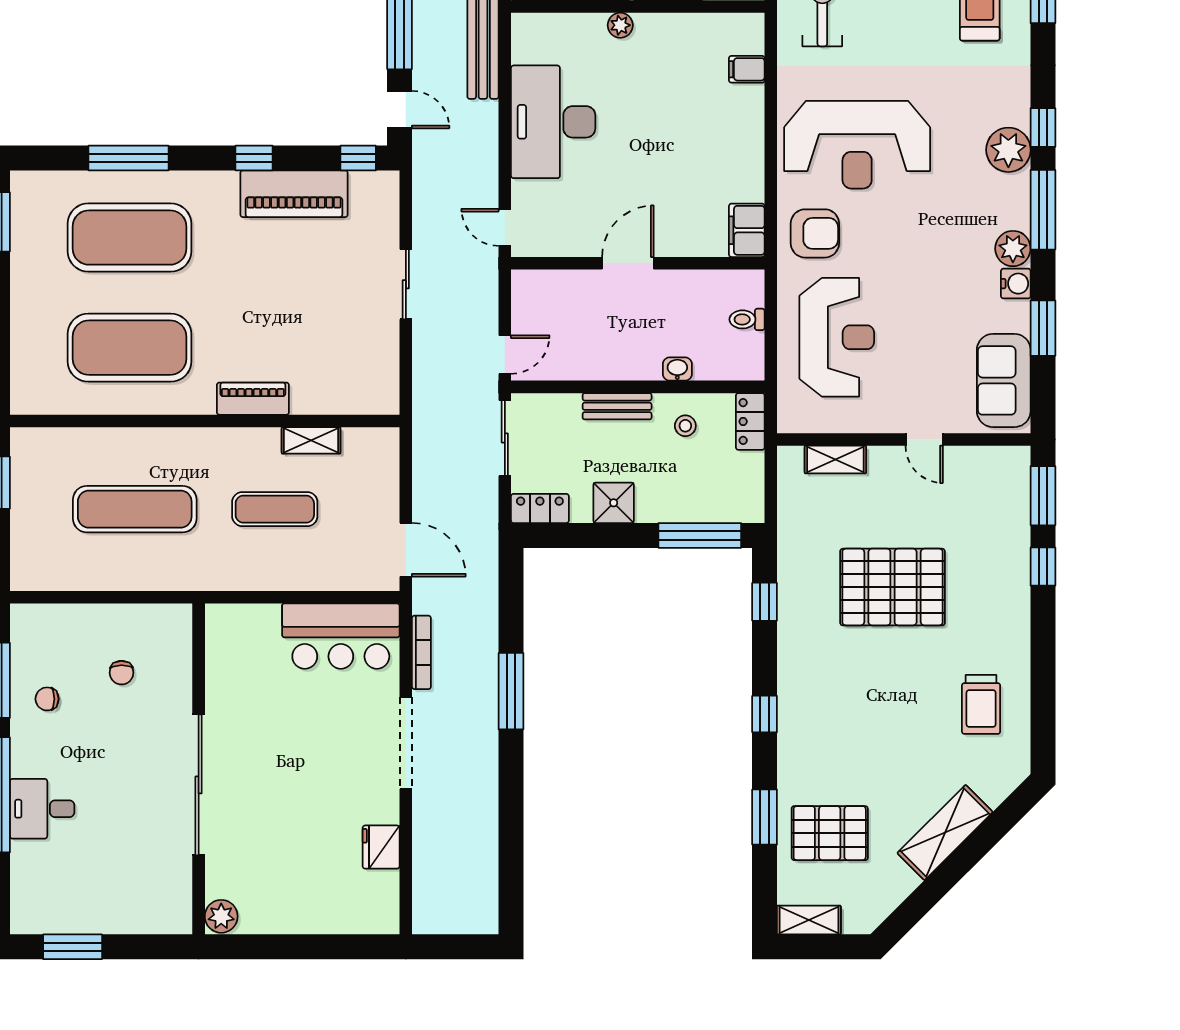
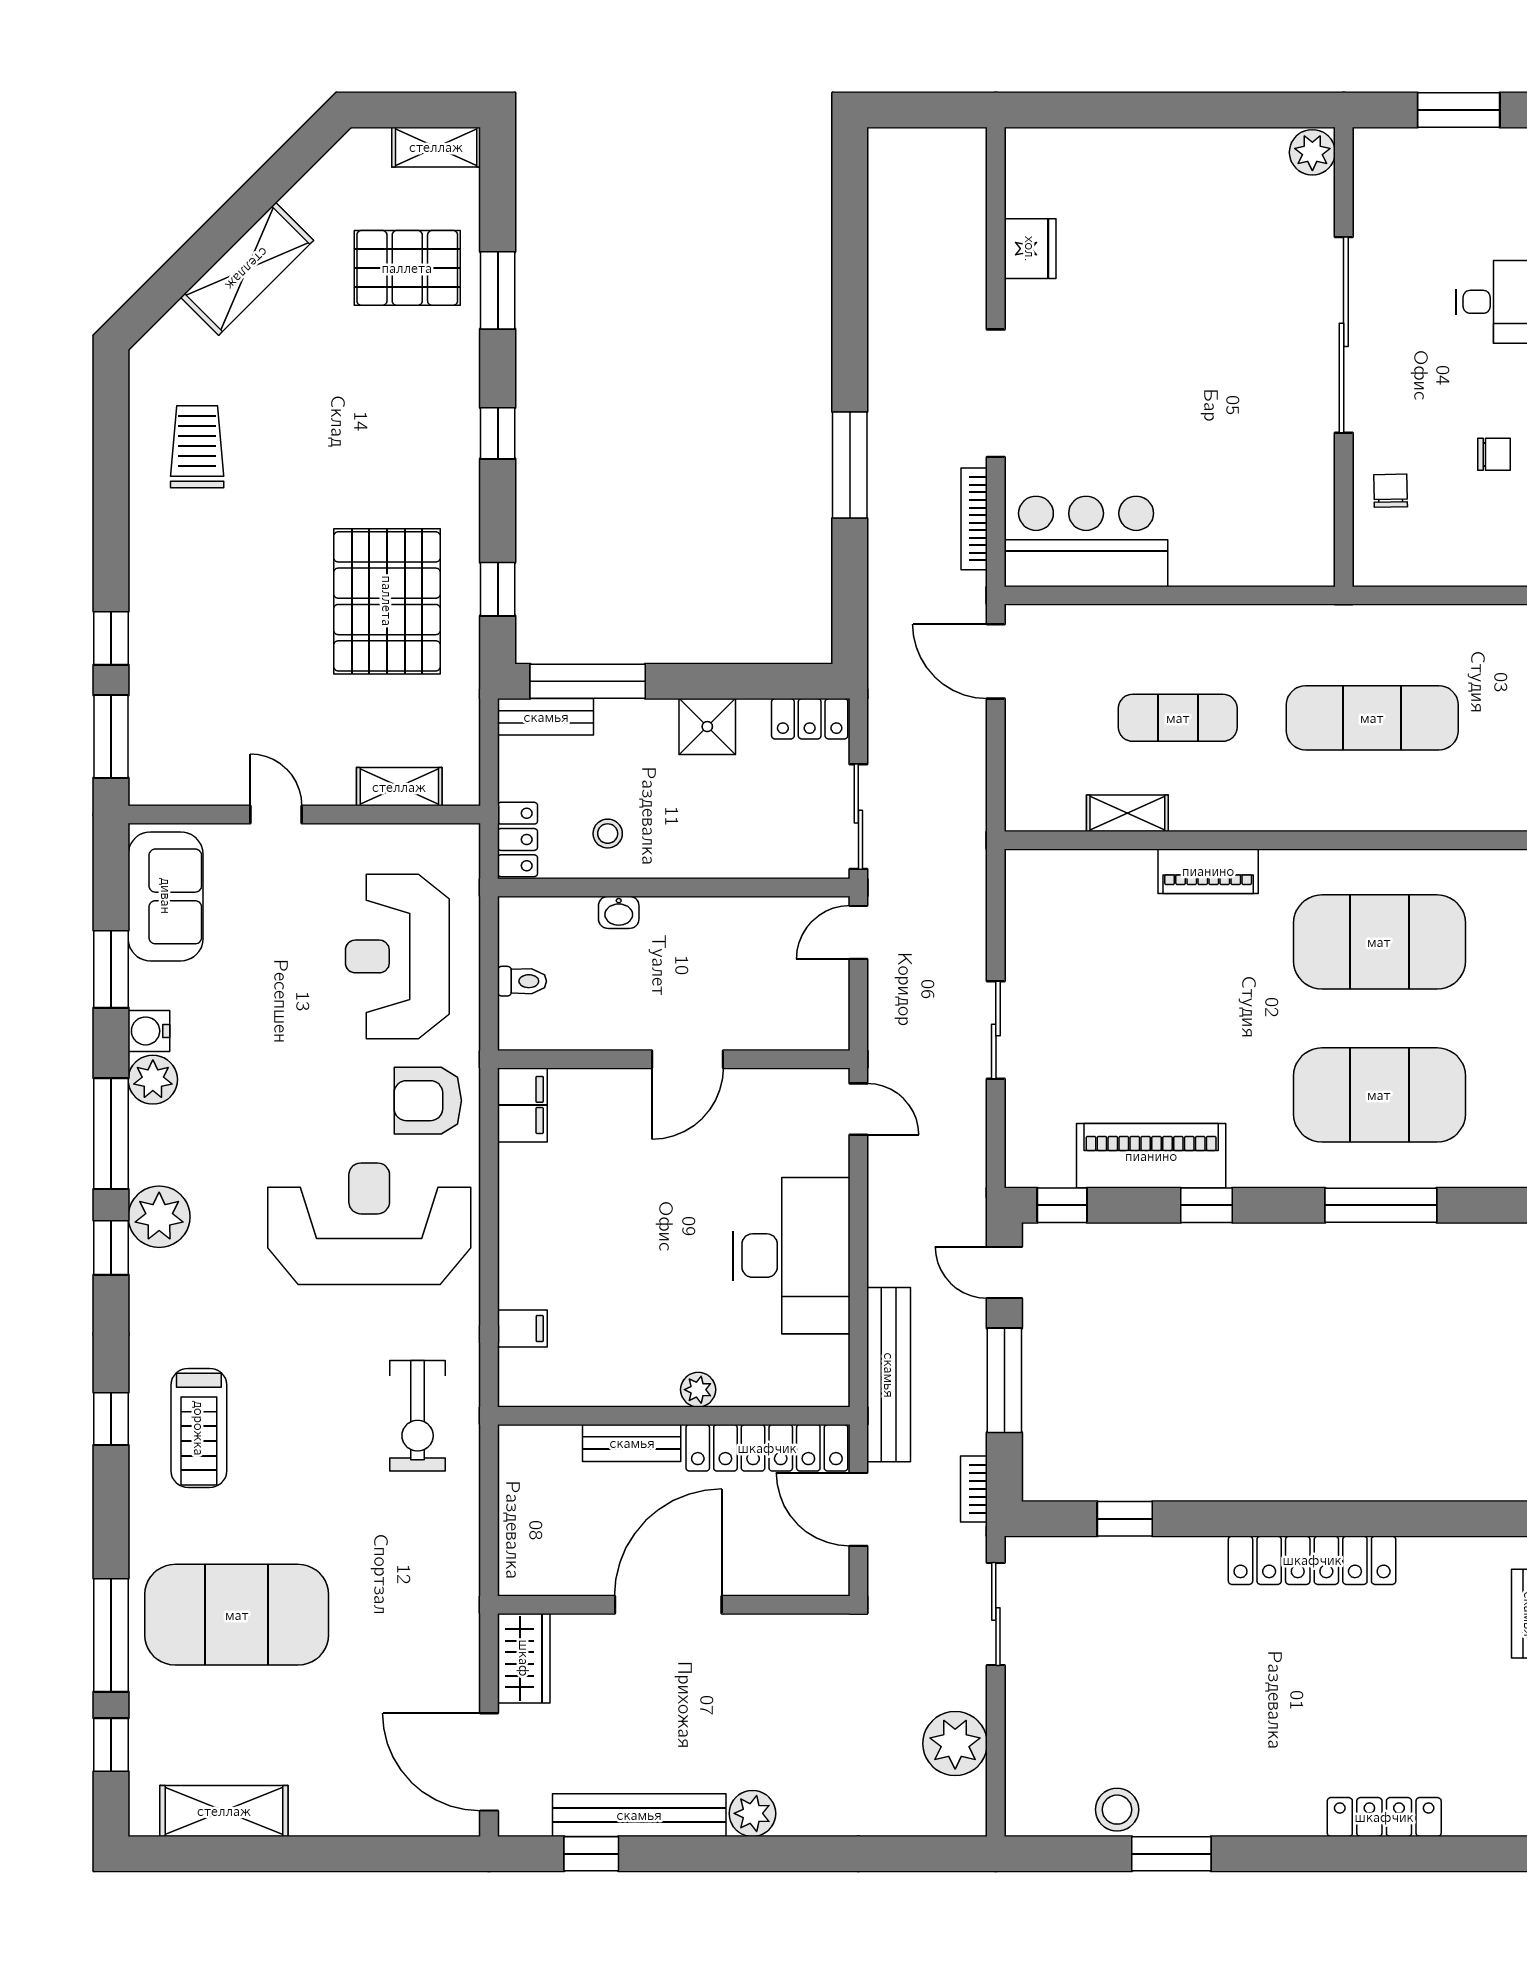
bench: (617, 406) -> (546, 717), moved
pallet: (893, 587) -> (387, 601), moved, turned 90
wall: (199, 769) -> (1344, 357), moved
sliding door: (199, 785) -> (1344, 335), moved
plant: (221, 916) -> (1312, 152), moved

